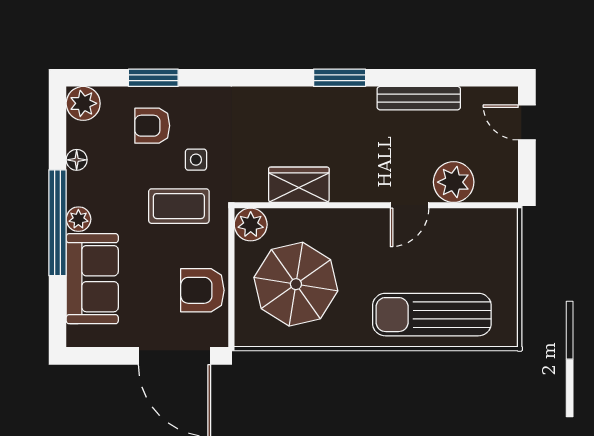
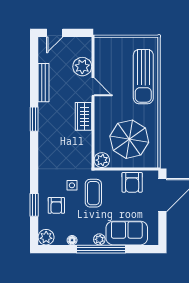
wardrobe: (299, 185) -> (83, 116), moved

